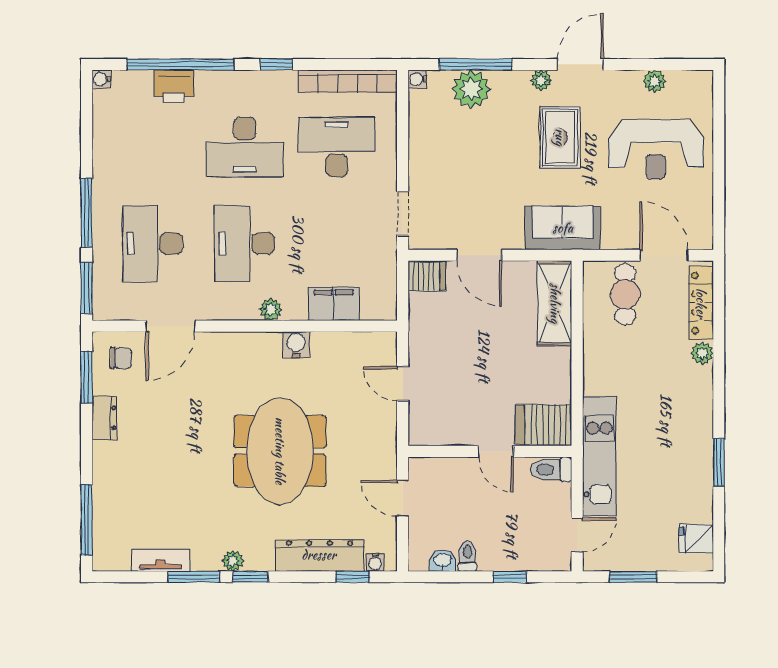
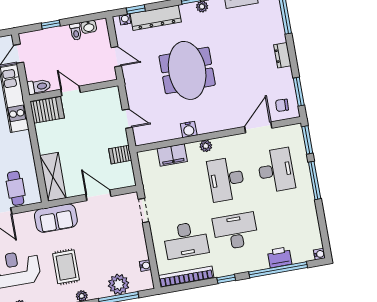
water cooler: (417, 79) -> (145, 266), moved
desk: (245, 244) -> (226, 179), turned 180
server rack: (427, 276) -> (120, 155), moved
dresser: (104, 418) -> (282, 55), moved

